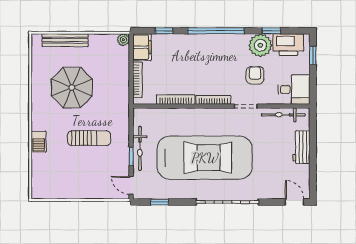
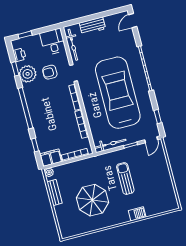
bench: (65, 40) -> (55, 192), moved, width x0.73
printer: (288, 45) -> (19, 55), width x0.53, depth x0.68
bicycle: (140, 148) -> (110, 144), moved

